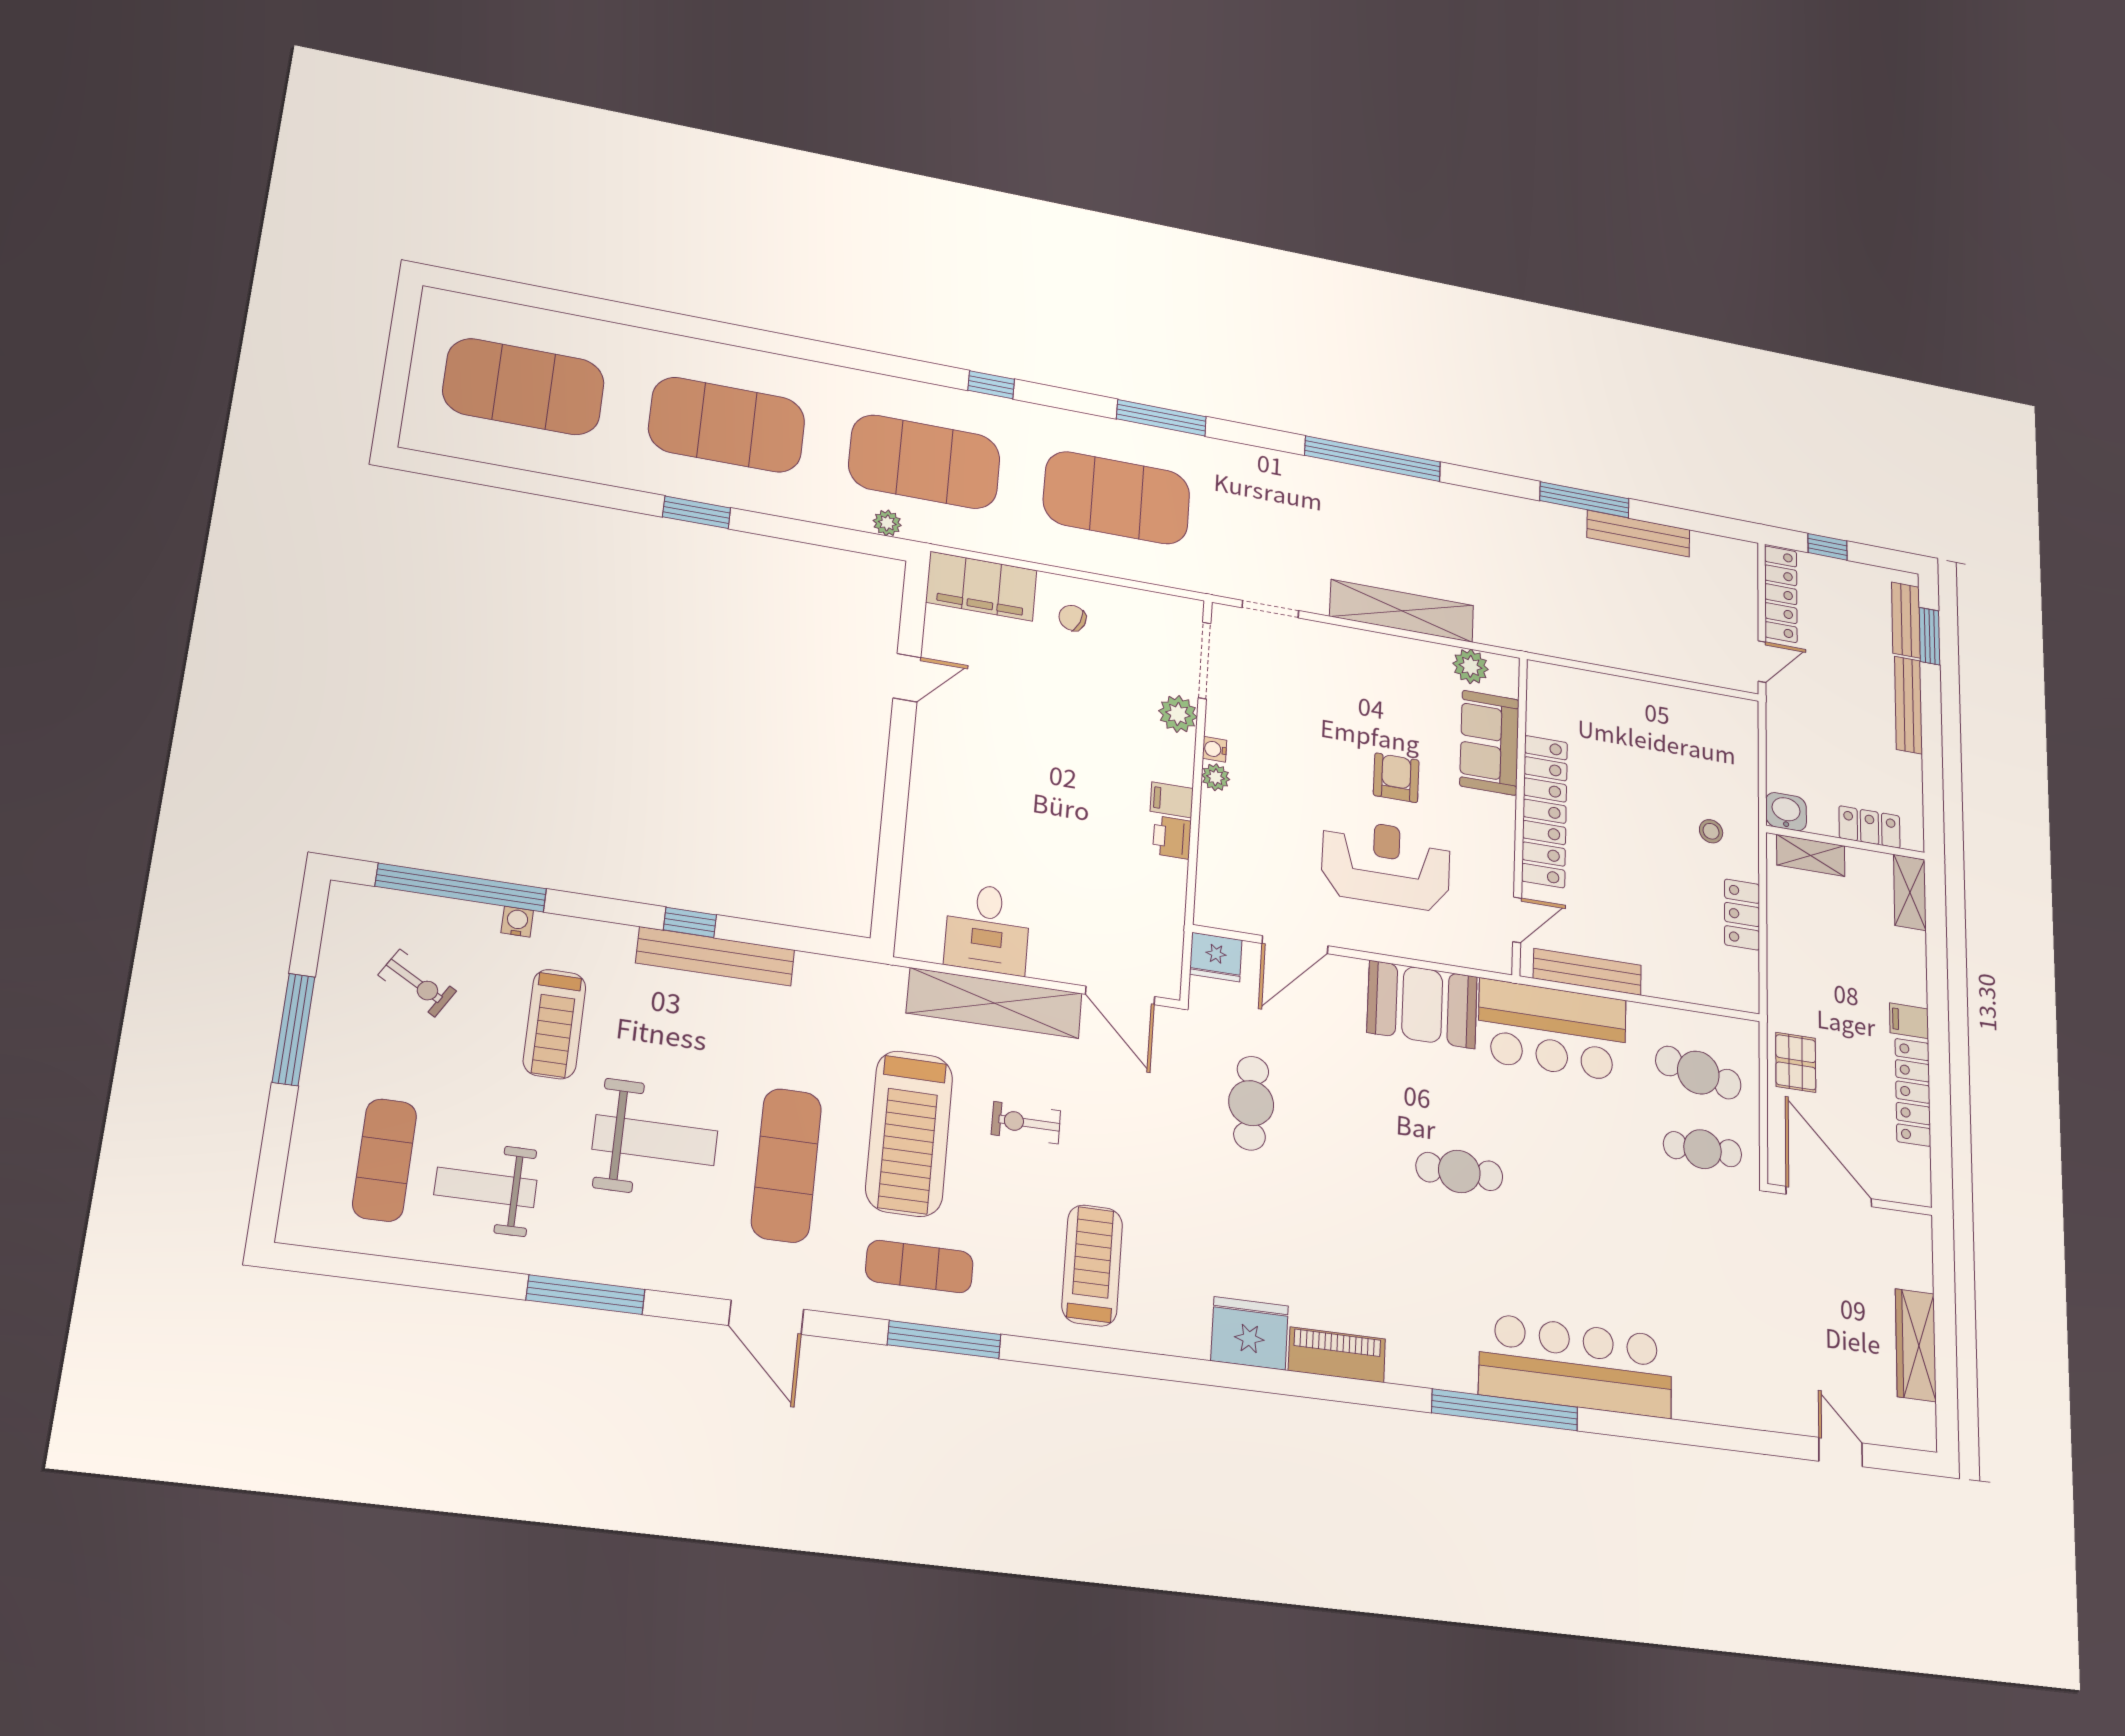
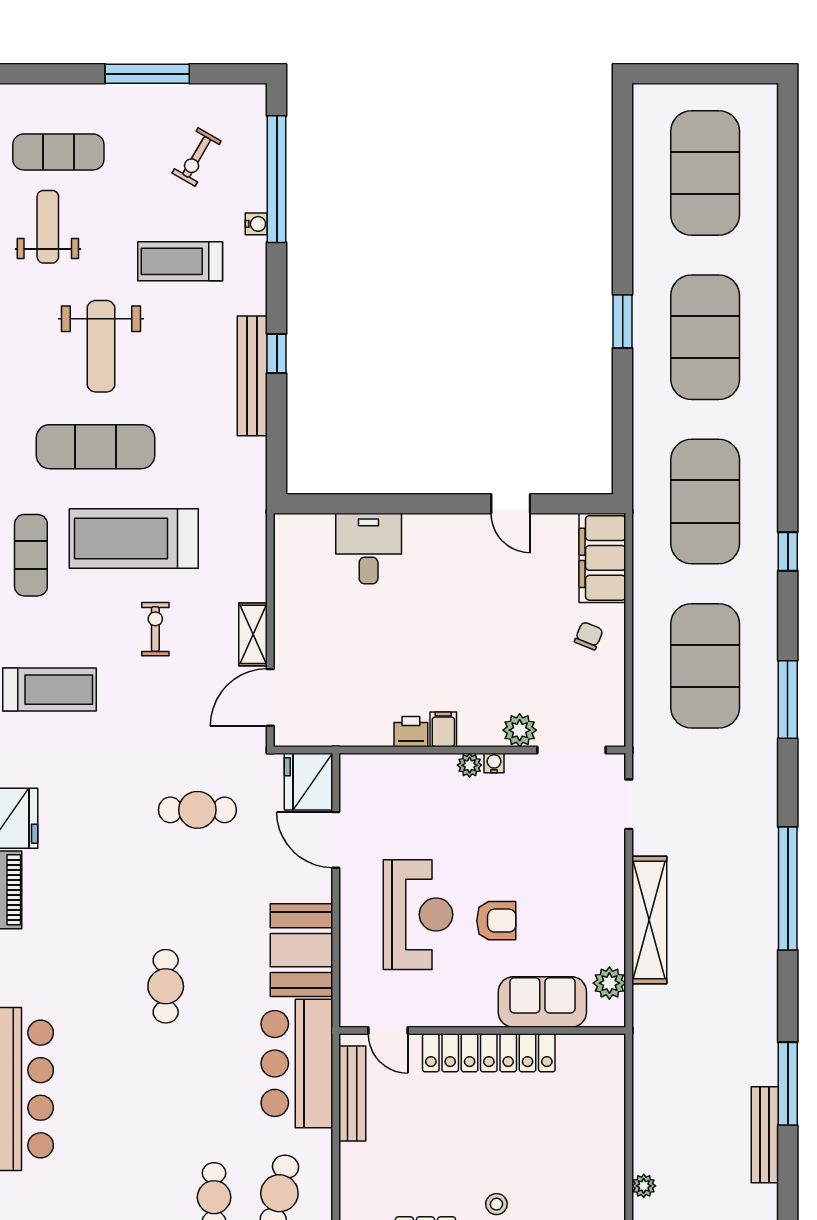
plant: (887, 523) -> (644, 1186), moved
desk: (987, 929) -> (369, 549), moved, turned 90
fridge: (1216, 957) -> (309, 782), width x1.36, depth x1.34
shelving: (995, 1003) -> (253, 634), width x0.45, depth x0.75

